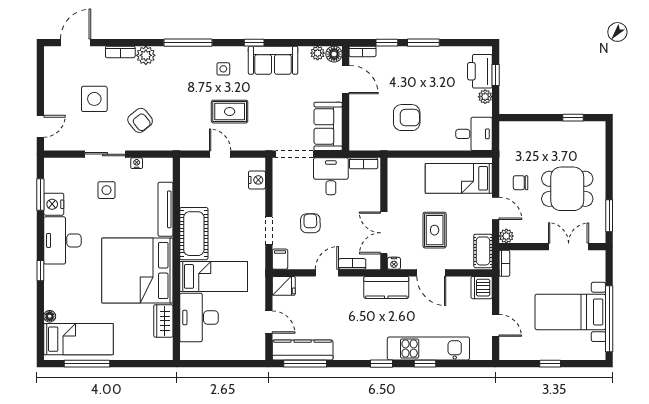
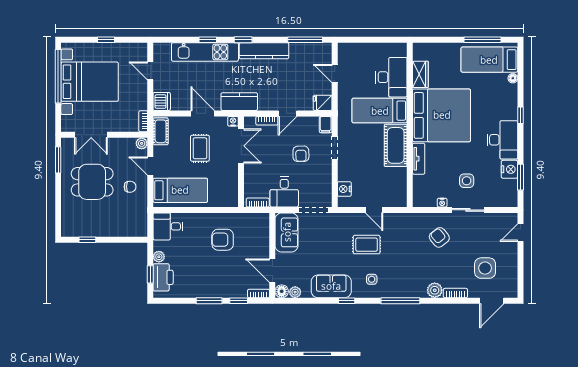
side table: (94, 99) -> (485, 268), moved
tv unit: (166, 209) -> (419, 159), width x0.71
bed with nightstands: (570, 312) -> (90, 82), width x1.36
kitchen counter: (303, 350) -> (264, 51), moved

